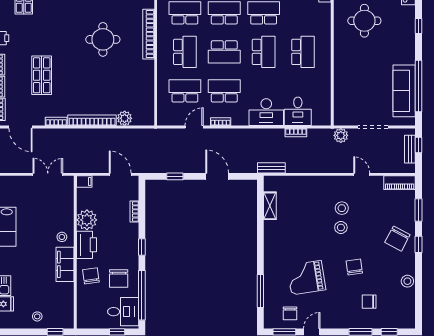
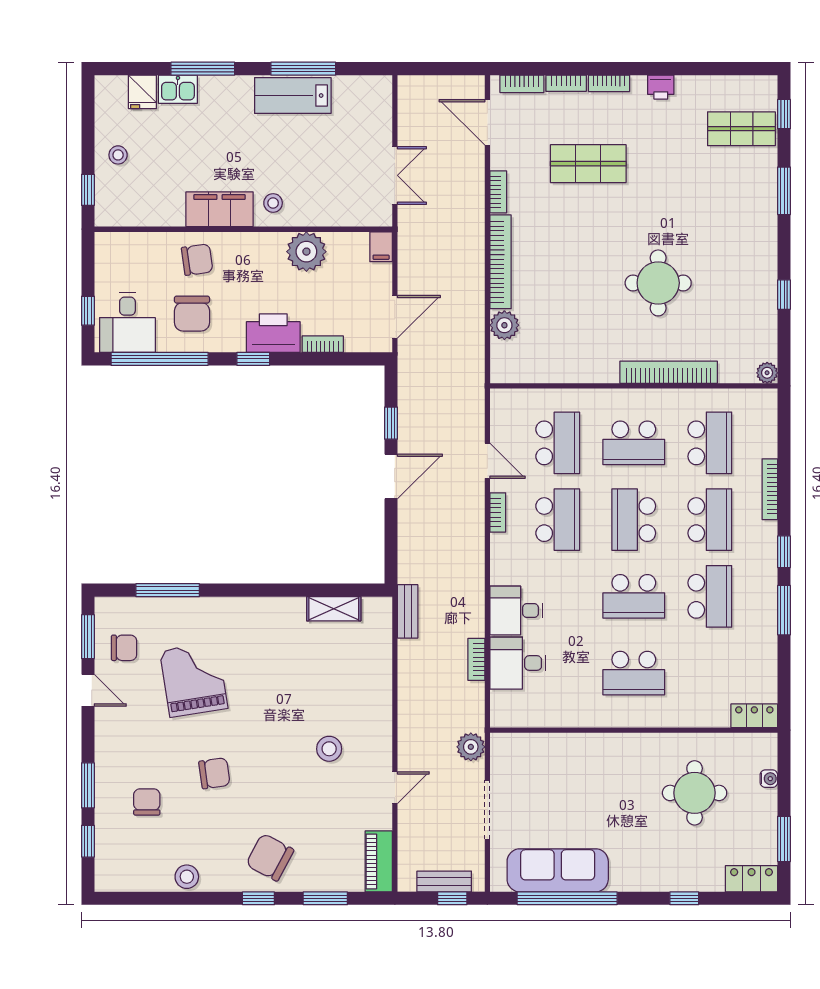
desk: (266, 112) -> (516, 611), width x0.73
door: (21, 127) -> (487, 122), hinge flipped
door: (217, 176) -> (391, 476), moved
stool: (341, 227) -> (291, 747), removed
printer: (86, 245) -> (273, 333), moved, turned 180
chair: (119, 278) -> (192, 314), turned -90
chair: (290, 313) -> (124, 648), turned 180

